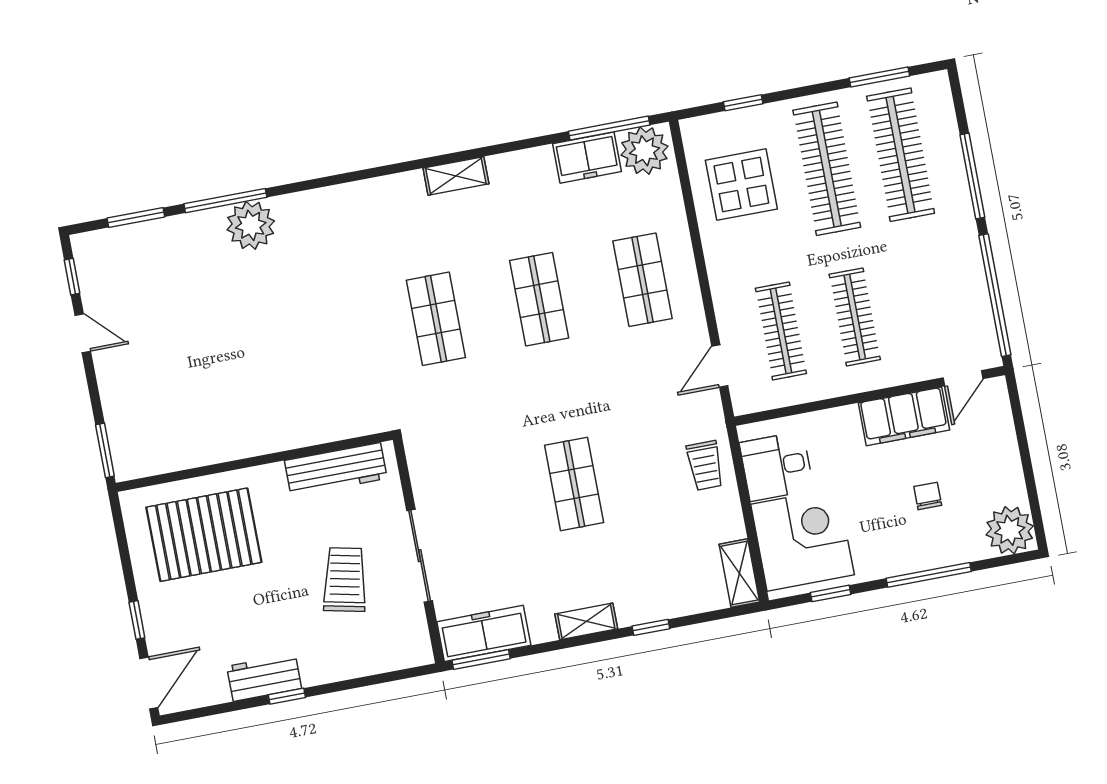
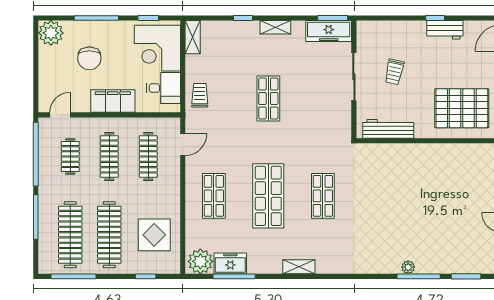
window: (879, 77) -> (74, 276), width x1.44
window: (609, 128) -> (234, 276), moved
plant: (251, 225) -> (408, 267), width x0.53, depth x0.53
shop shelf: (539, 299) -> (268, 196), width x1.43, depth x1.36
clothes rail: (929, 303) -> (70, 157), added
filing cabinet: (904, 416) -> (113, 101), moved
chair: (928, 496) -> (89, 58), width x1.87, depth x1.87
trolley: (345, 580) -> (394, 72), width x0.73, depth x0.72

